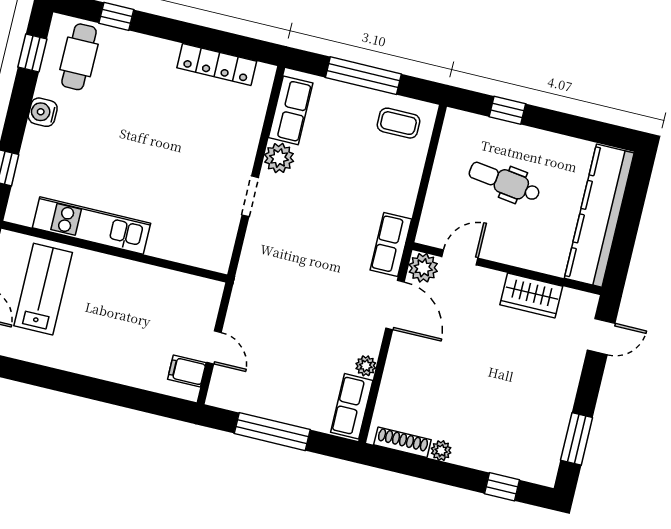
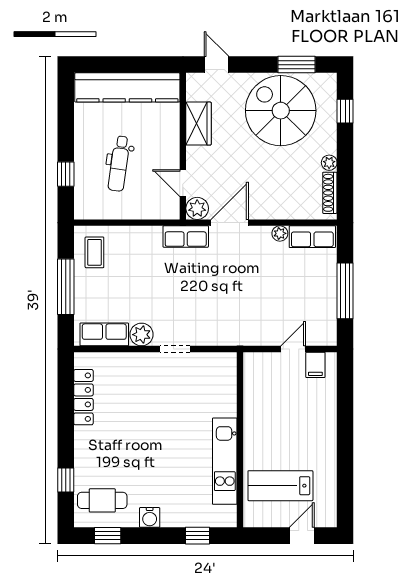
spiral stairs: (523, 405) -> (281, 111), added

